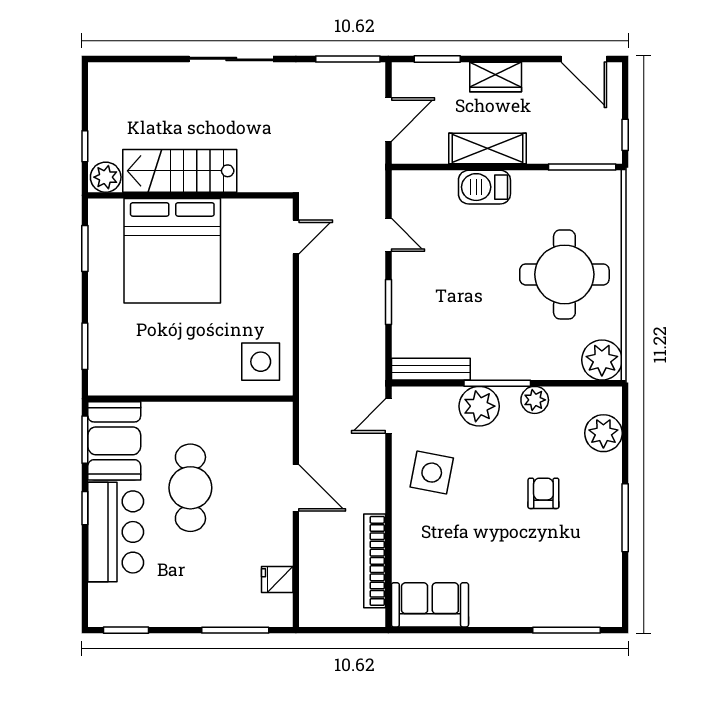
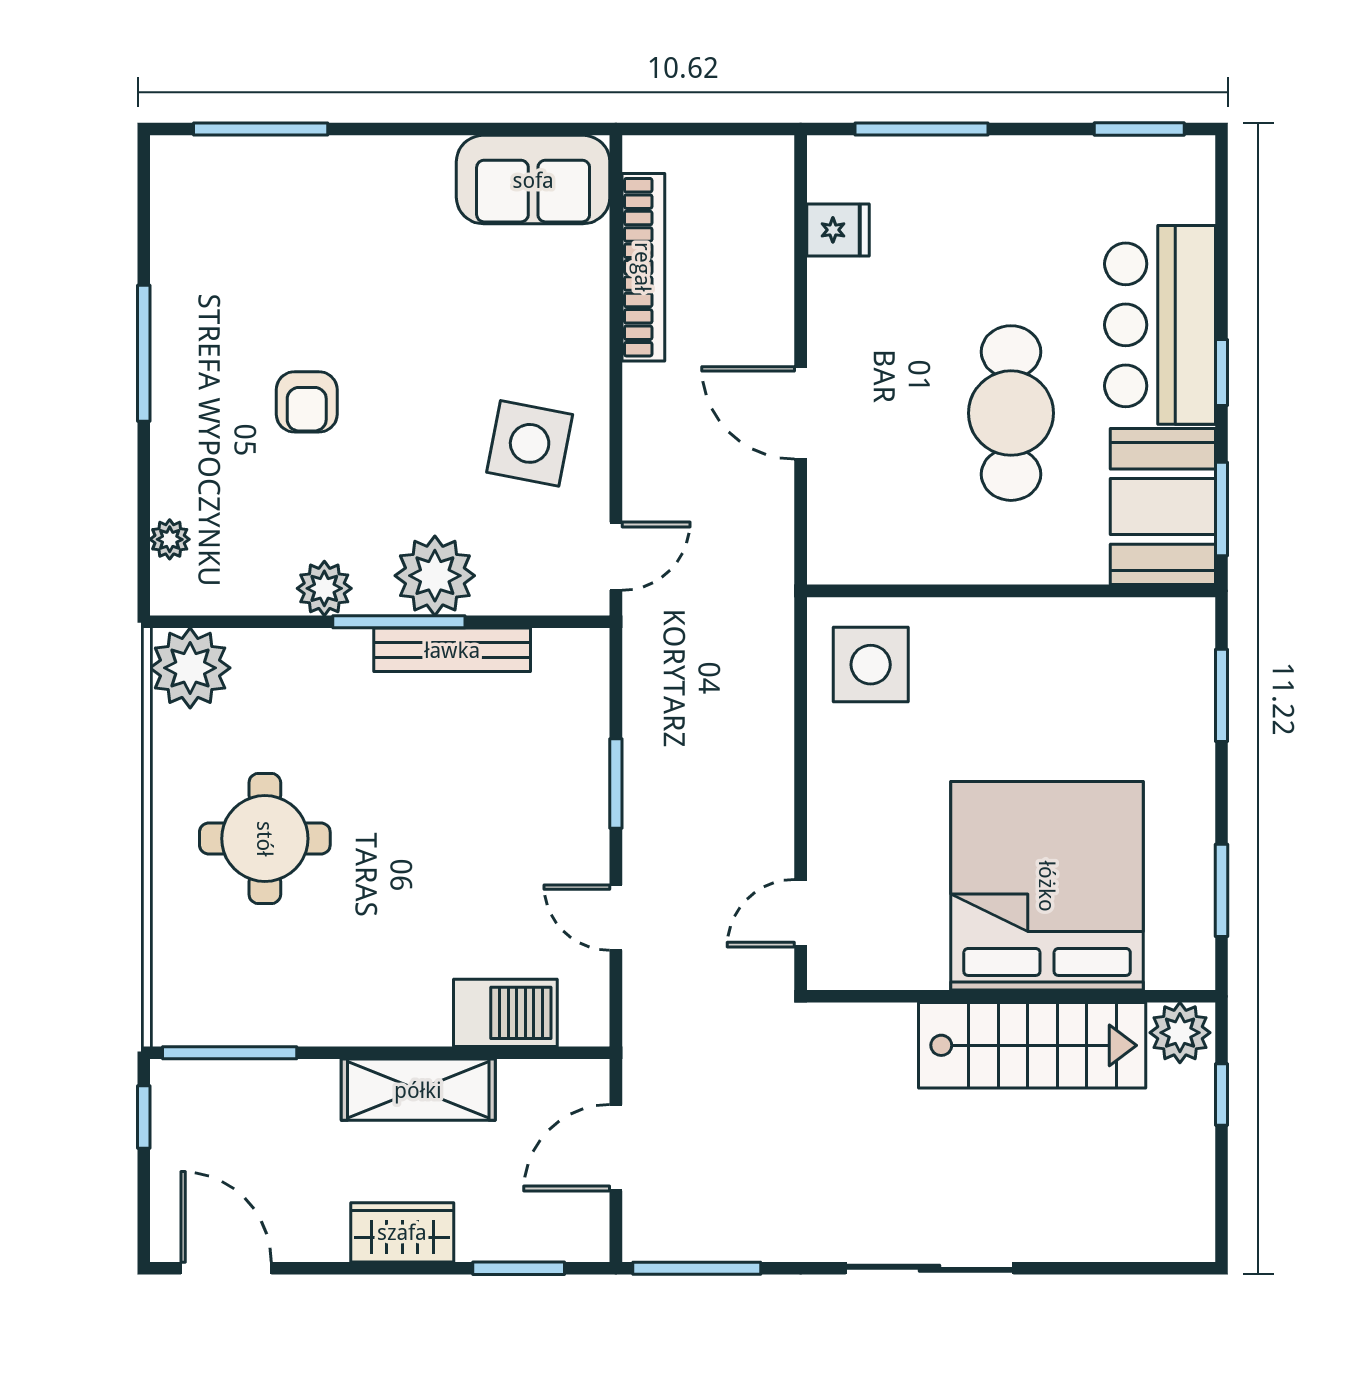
barbecue: (484, 187) -> (505, 1013), moved
round table: (564, 274) -> (265, 839), width x0.73, depth x0.73
bench: (431, 369) -> (452, 650), moved
plant: (603, 433) -> (170, 539), width x0.53, depth x0.53

